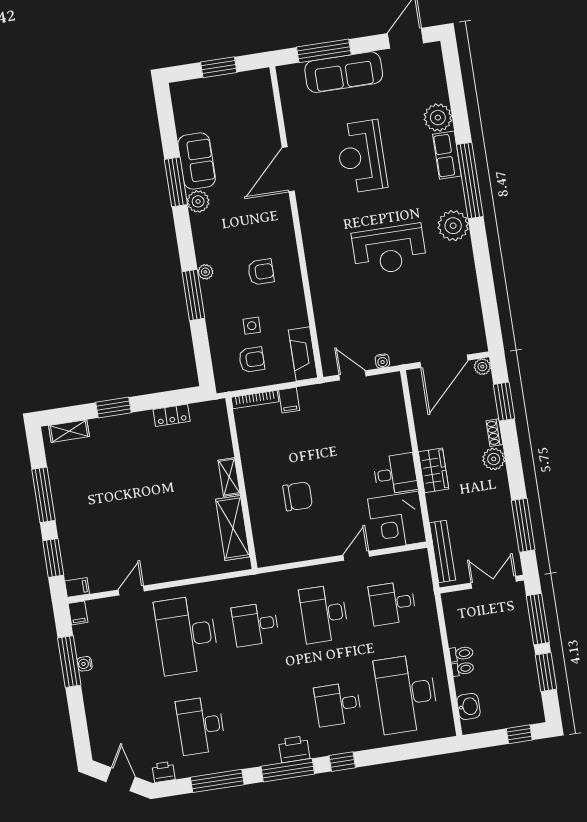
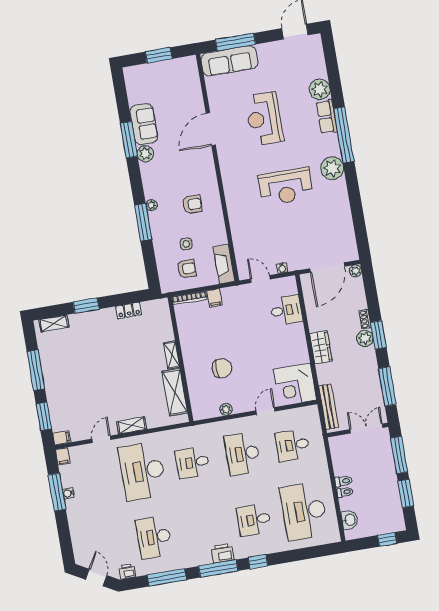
sofa: (344, 72) -> (230, 61), moved
window: (504, 402) -> (378, 335), moved
desk: (395, 474) -> (286, 310), moved
plant: (302, 553) -> (226, 409), added
shelving: (173, 572) -> (132, 425), added

